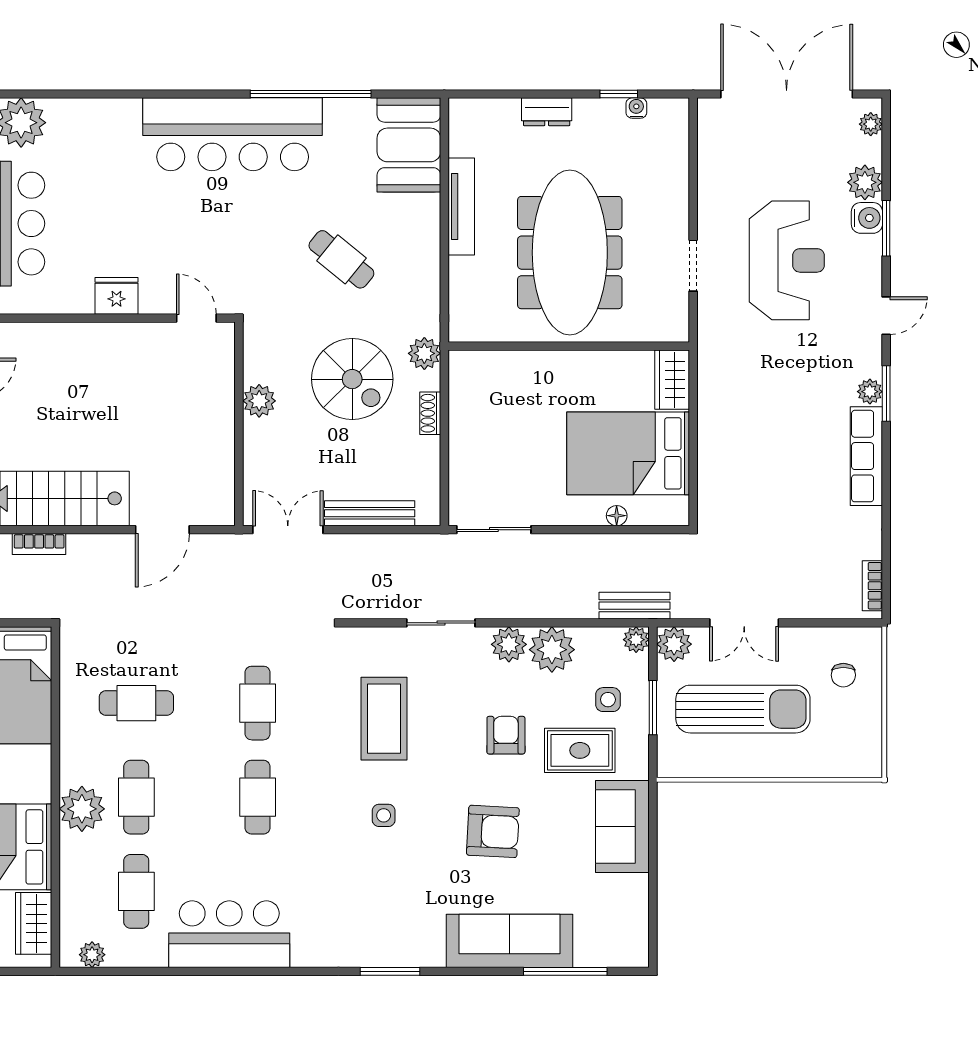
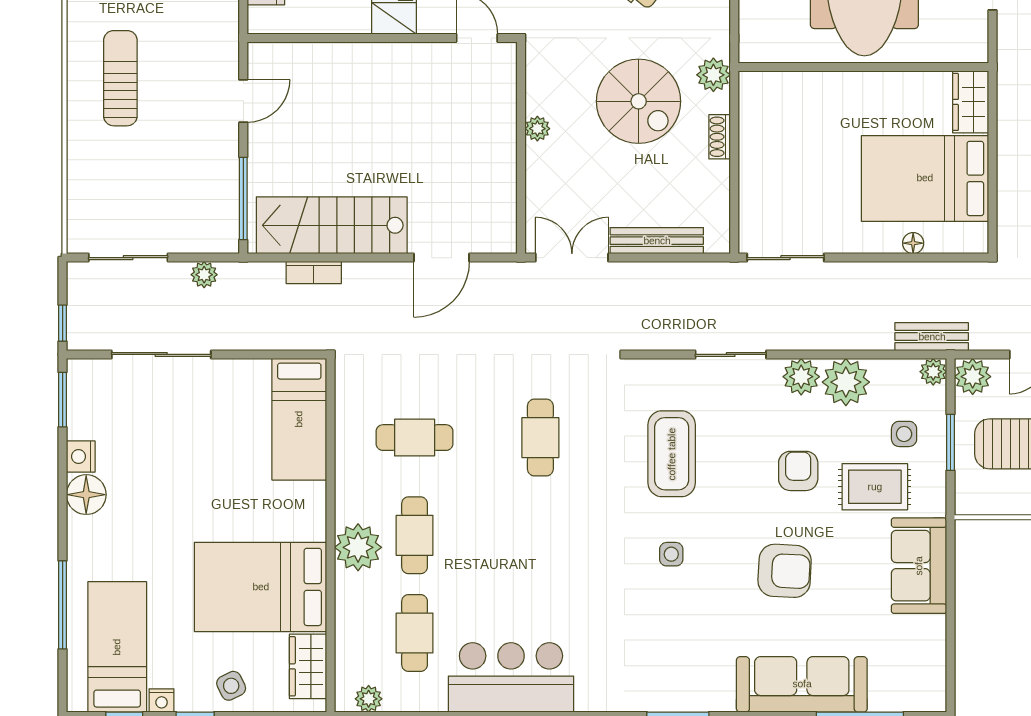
plant: (259, 401) -> (537, 129), width x0.73, depth x0.73
cafe table: (258, 797) -> (540, 535), removed

